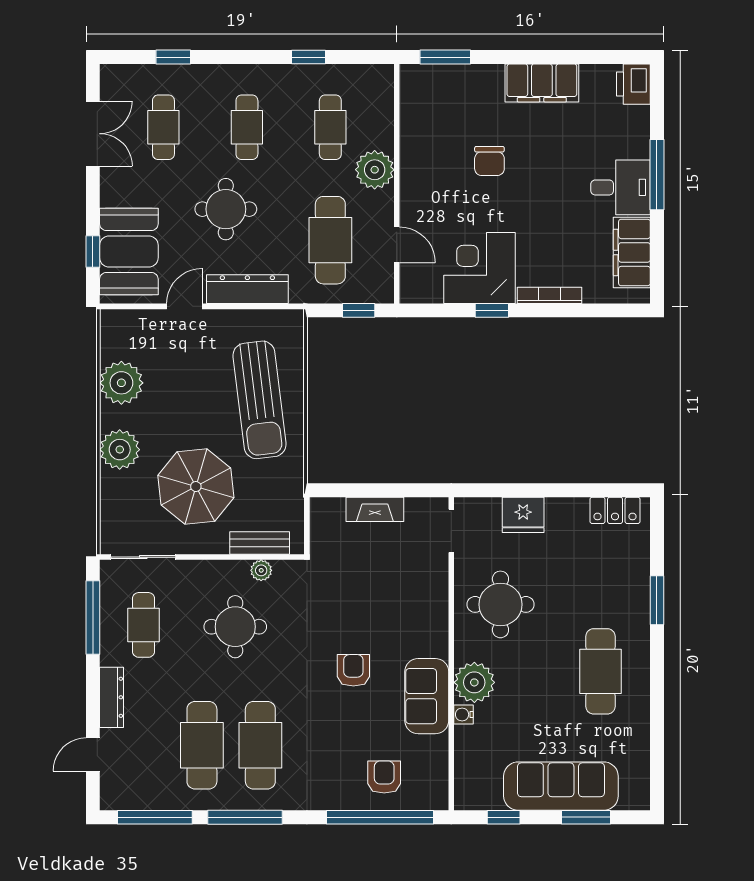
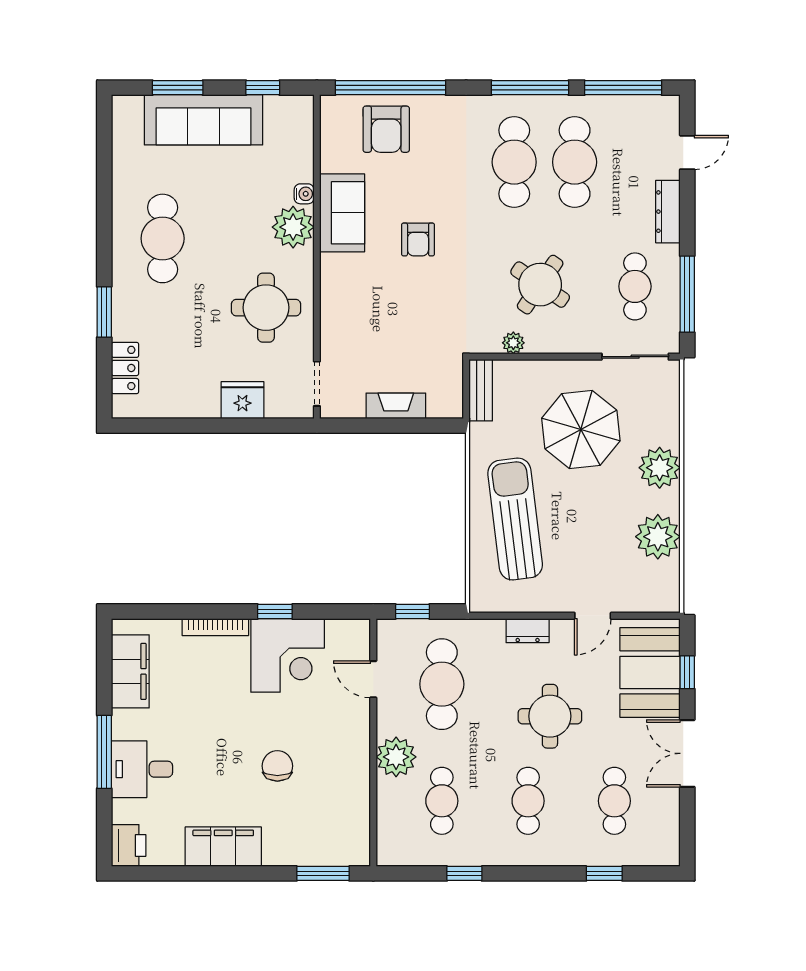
double door: (93, 134) -> (687, 753), moved
desk: (621, 187) -> (142, 769), moved
dresser: (247, 289) -> (528, 631), width x0.51, depth x0.80
locker: (615, 510) -> (125, 368), moved, turned 90
bench: (260, 543) -> (481, 390), moved, turned 90
round table: (235, 627) -> (540, 285), turned 34
armchair: (384, 777) -> (386, 129), width x1.38, depth x1.38

